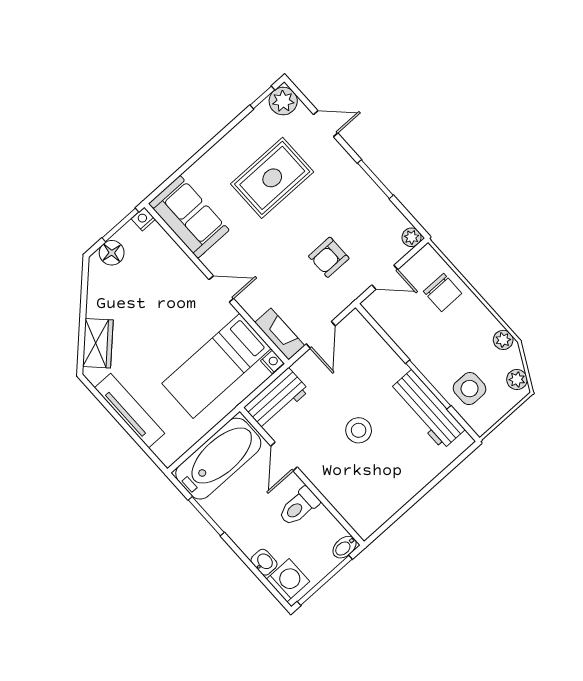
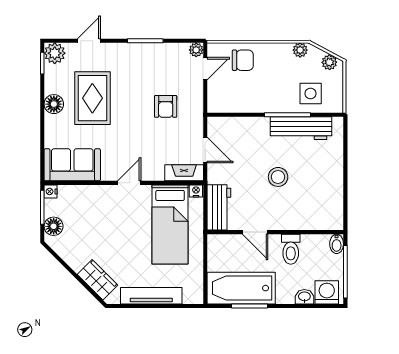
floor lamp: (232, 145) -> (54, 104), added
door: (385, 277) -> (205, 69), moved
bathtub: (218, 459) -> (241, 288), moved, turned -90

